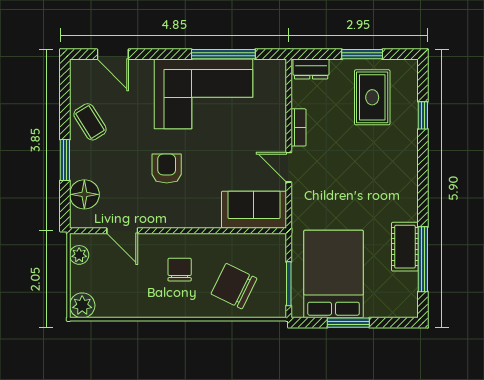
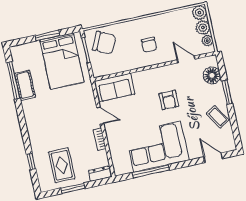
plant: (82, 279) -> (203, 28), added
chair: (234, 286) -> (104, 43), moved

